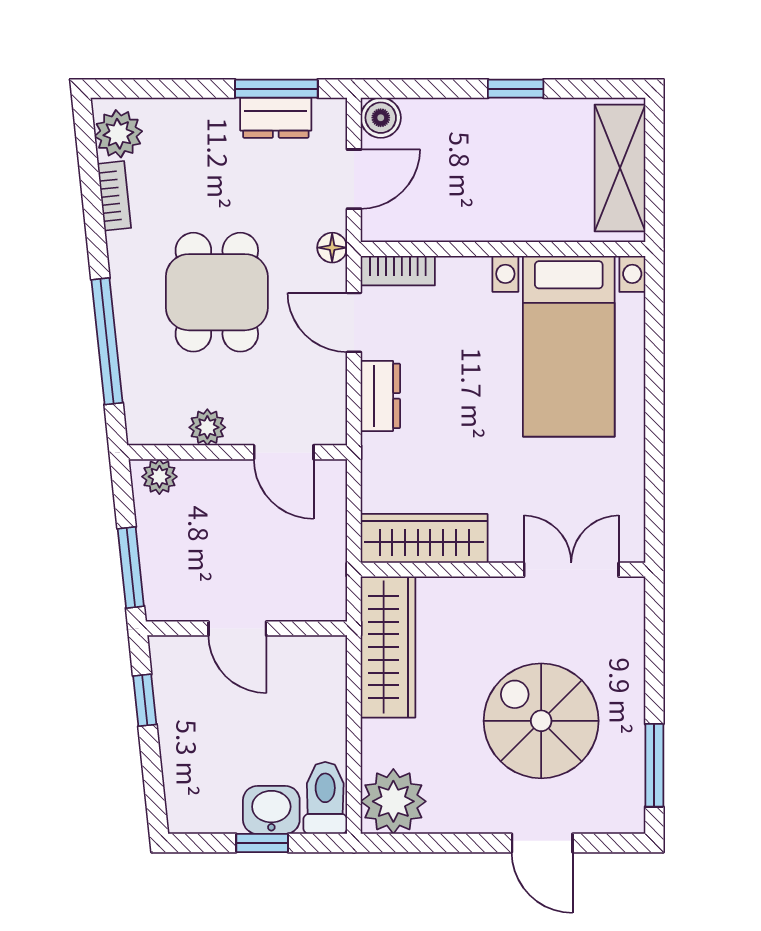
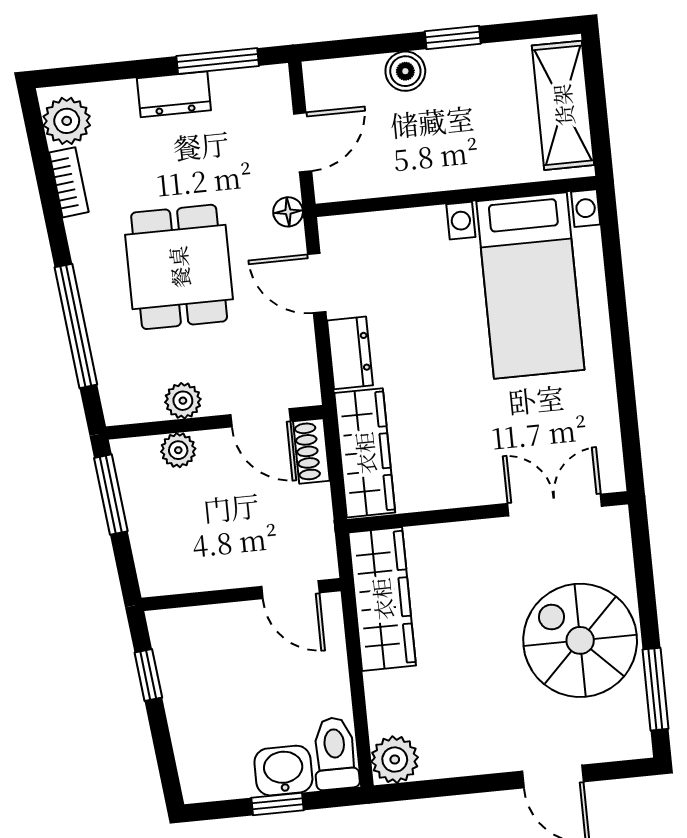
dresser: (276, 118) -> (174, 94), moved
boiler: (381, 118) -> (405, 71), moved
bookcase: (398, 271) -> (355, 228), removed
plant: (159, 477) -> (178, 450), moved
shoe rack: (332, 491) -> (311, 451), added
wardrobe: (424, 538) -> (365, 453), moved, turned 90
window: (131, 567) -> (111, 495), moved
door: (237, 628) -> (290, 590), moved
spiral stairs: (541, 721) -> (580, 640), moved
plant: (393, 801) -> (395, 760), width x0.73, depth x0.73

